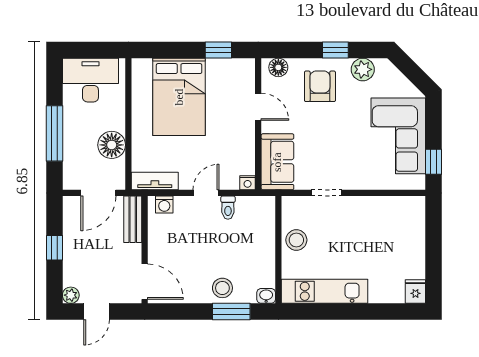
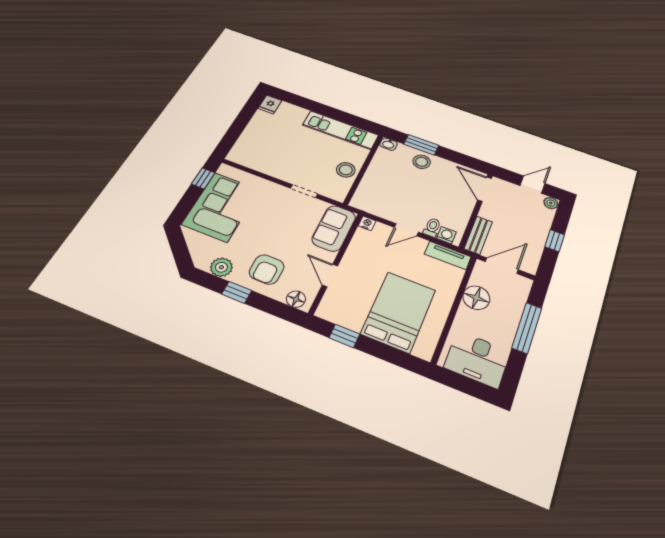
toilet: (228, 208) -> (432, 227), moved

